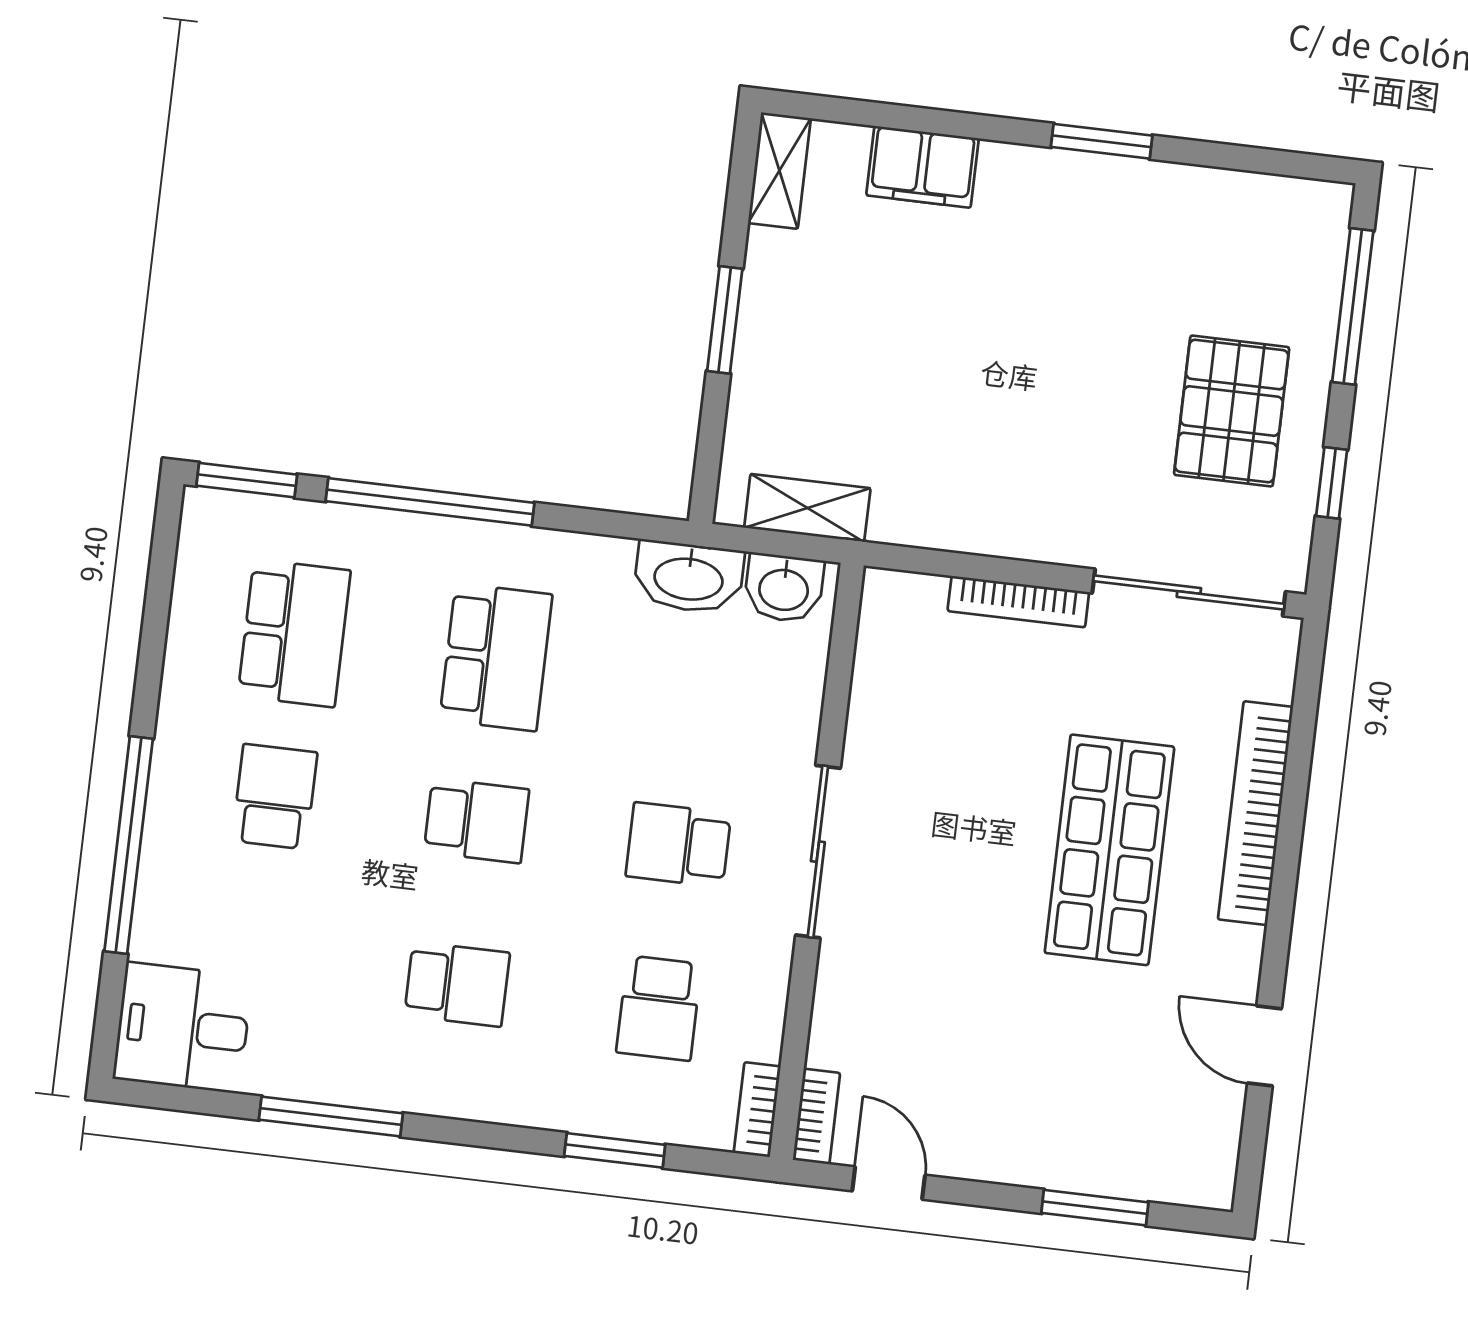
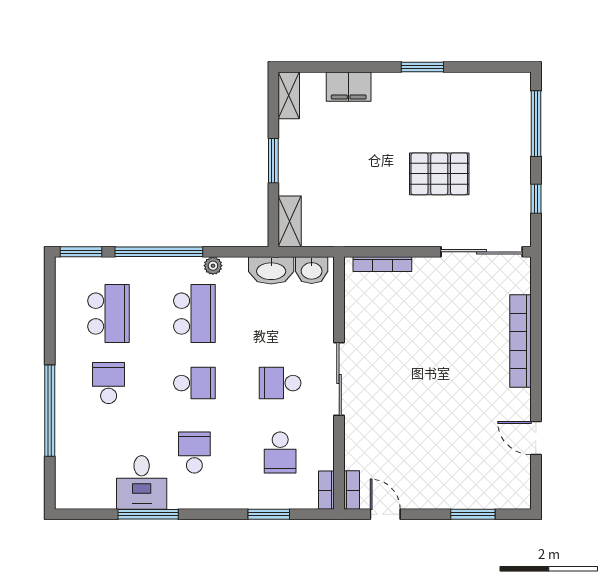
pallet: (1232, 411) -> (439, 174), moved, turned 90
shelving: (807, 508) -> (290, 221), moved, turned 90
plant: (553, 550) -> (213, 266), added
bookcase: (1018, 602) -> (382, 264), moved
shop shelf: (1109, 850) -> (461, 364), removed
school desk: (457, 984) -> (194, 453), turned -90
desk: (183, 1028) -> (142, 483), moved, turned -90

